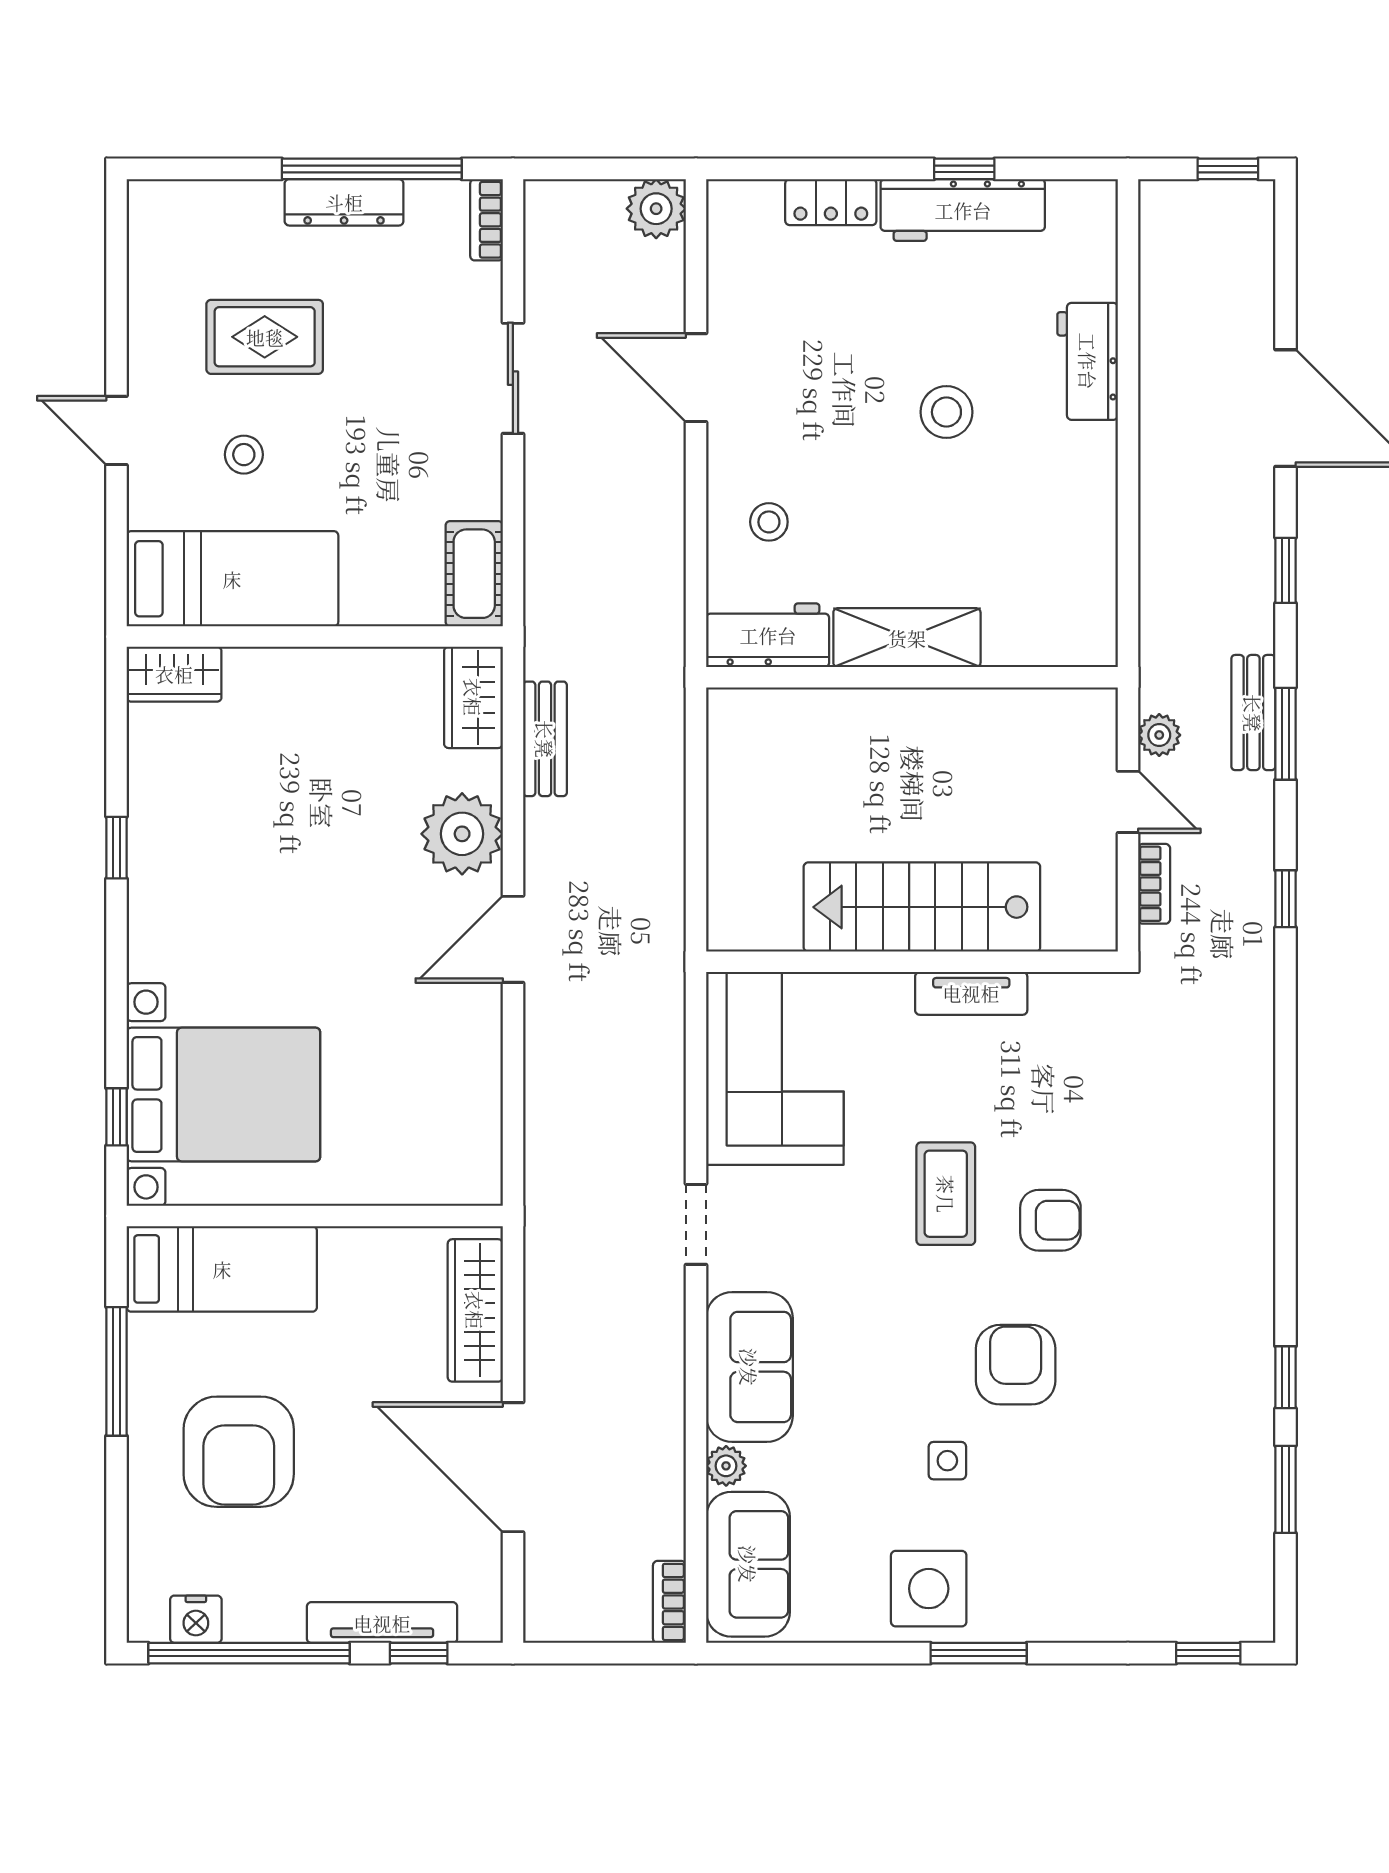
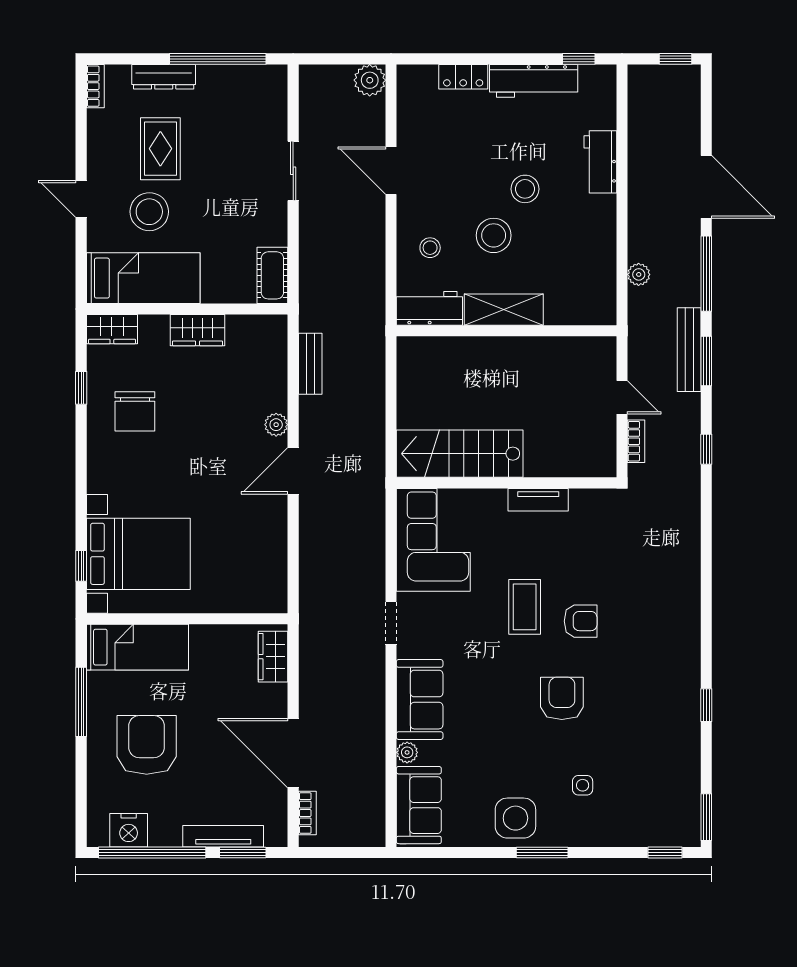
window: (964, 169) -> (579, 59), moved
dresser: (344, 202) -> (164, 77), moved
bookcase: (486, 220) -> (95, 86), moved, turned 180
rug: (265, 337) -> (160, 149), turned 90
stool: (244, 455) -> (149, 212), width x1.89, depth x1.89
stool: (888, 499) -> (494, 235), added
window: (1286, 570) -> (706, 274), width x2.17
wardrobe: (473, 697) -> (198, 330), moved, turned -90
bench: (1253, 713) -> (689, 350), width x1.36
plant: (1159, 735) -> (639, 274), moved
chair: (217, 828) -> (135, 411), added
plant: (462, 834) -> (276, 425), width x0.53, depth x0.53
window: (116, 848) -> (81, 388), moved
stairs: (922, 907) -> (460, 454), moved
wardrobe: (475, 1310) -> (273, 657), width x0.67
armchair: (239, 1452) -> (147, 745), turned 180
side table: (947, 1461) -> (583, 785), moved
window: (1286, 1489) -> (706, 817), moved
bookcase: (669, 1602) -> (307, 813), moved, turned 180
nightstand: (196, 1619) -> (129, 830), width x1.36, depth x1.33
window: (419, 1653) -> (243, 853), width x1.50

